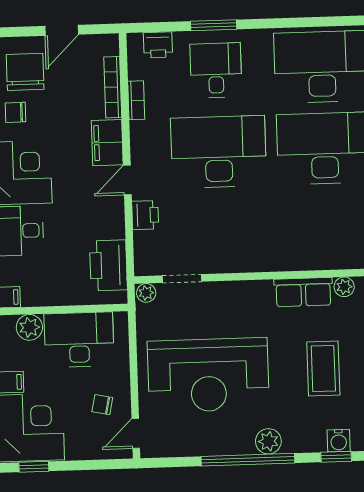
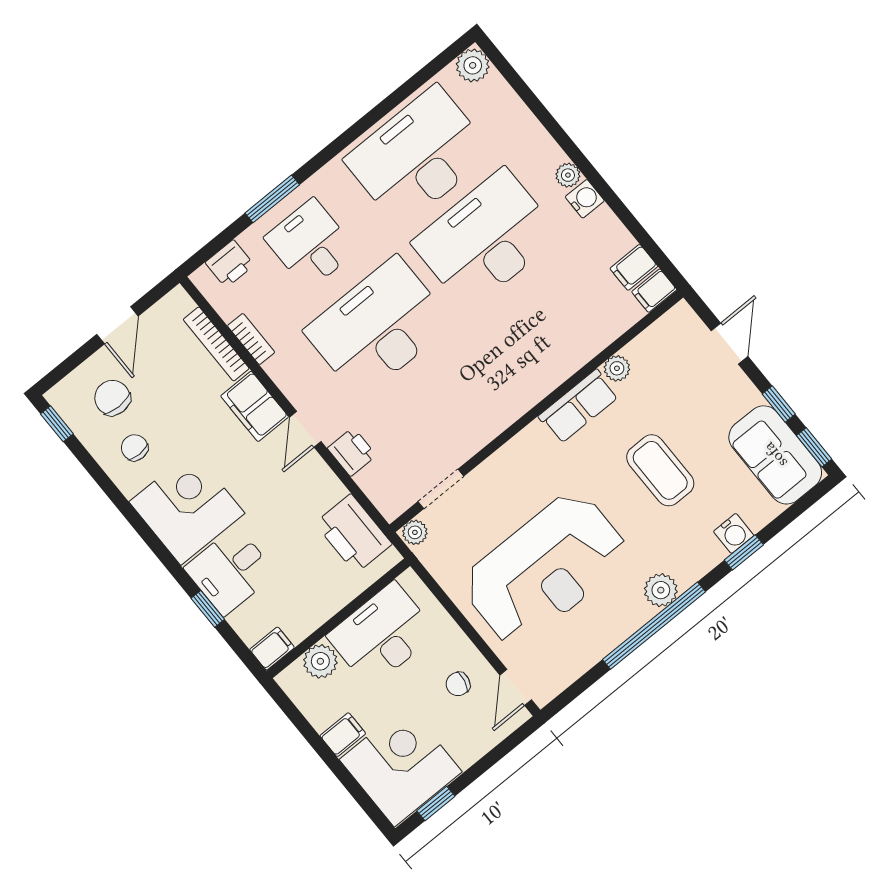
chair: (25, 72) -> (112, 398), width x0.73, depth x0.73
chair: (15, 112) -> (135, 448), turned 90

